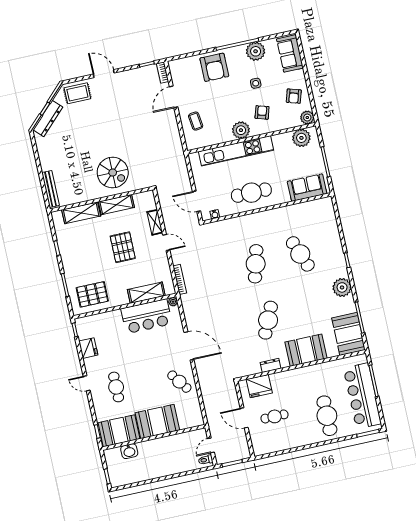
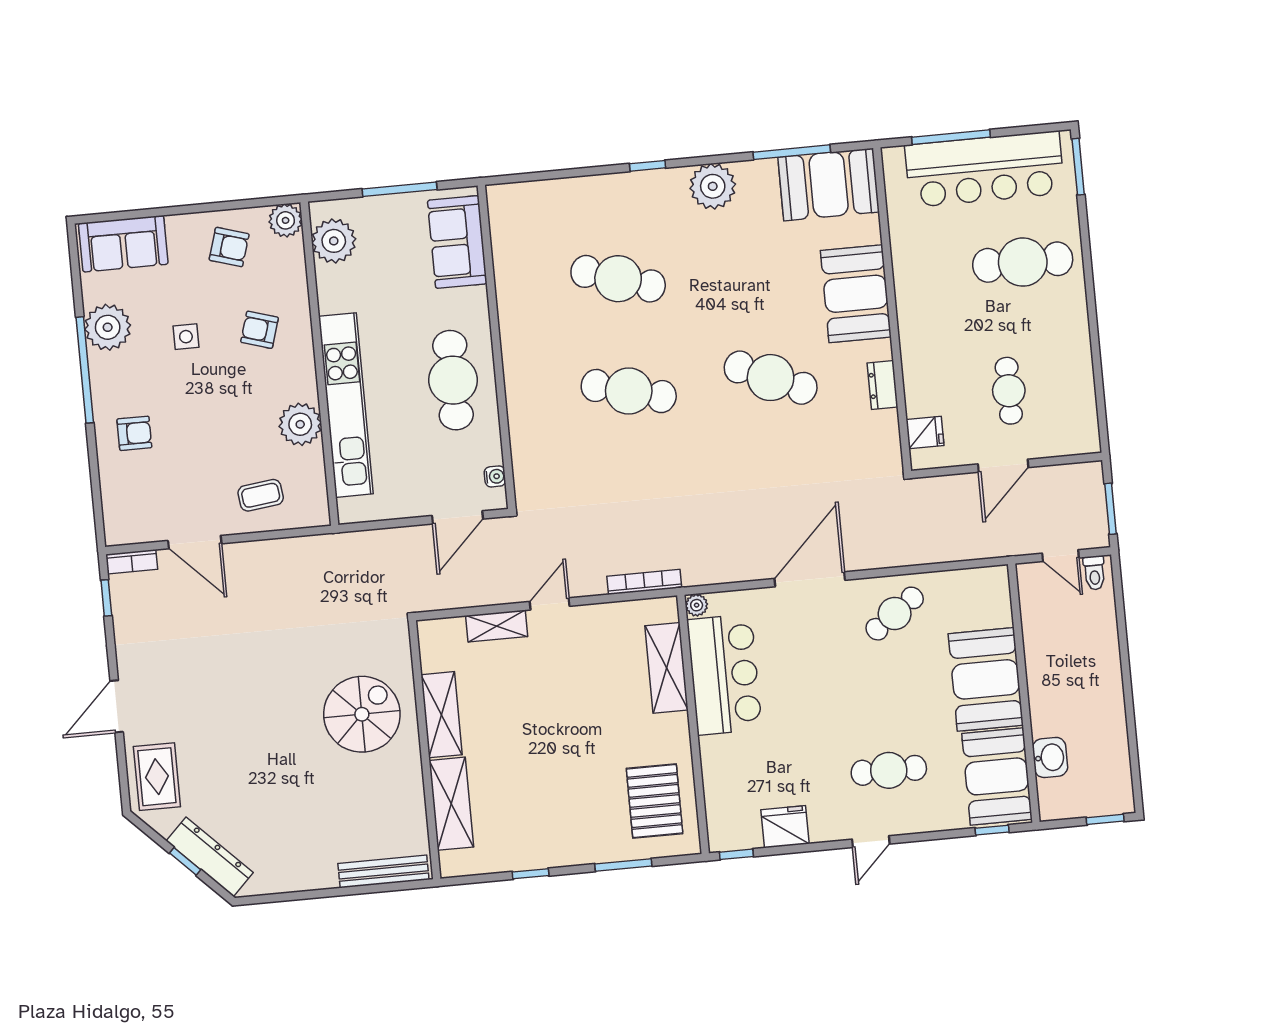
armchair: (214, 67) -> (134, 433), width x0.53, depth x0.53
plant: (241, 130) -> (300, 424), moved
pallet: (123, 247) -> (548, 712), removed
cafe table: (300, 254) -> (618, 279), turned 39
fridge: (259, 386) -> (925, 433), width x0.53, depth x0.75

